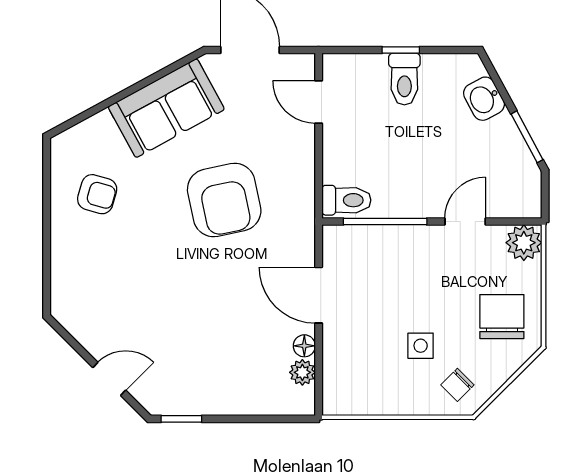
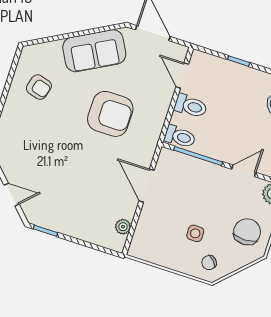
toilet: (404, 79) -> (191, 106), moved, turned -90
armchair: (224, 200) -> (110, 114), turned -78
floor lamp: (304, 346) -> (129, 212), removed

